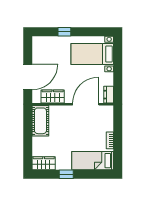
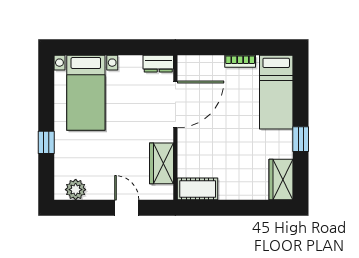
plant: (38, 48) -> (76, 190), added
door: (28, 77) -> (127, 208), width x0.53
door: (86, 104) -> (175, 104), swing flipped
cot: (40, 121) -> (198, 189), width x0.73, depth x0.75

